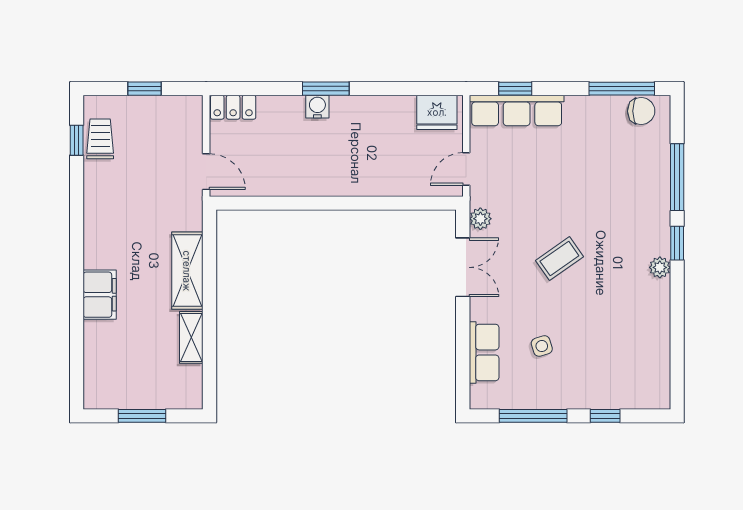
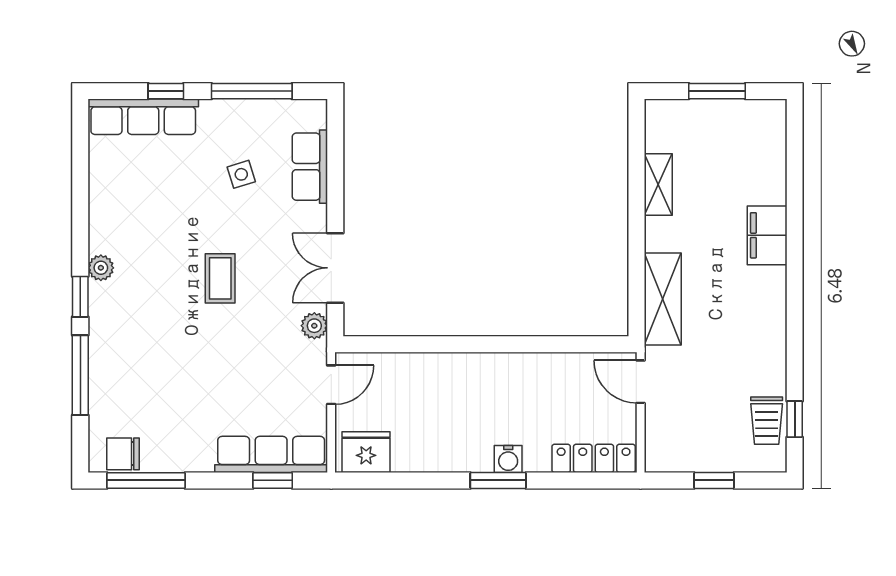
locker: (233, 107) -> (594, 458), width x1.53
coffee table: (559, 259) -> (220, 278), turned -55
shelving: (187, 271) -> (663, 299), moved
row of seats: (624, 394) -> (143, 117), added

